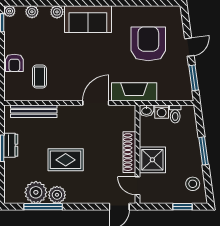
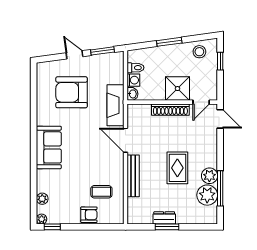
plant: (57, 12) -> (42, 176), removed
bench: (34, 111) -> (133, 176), moved

